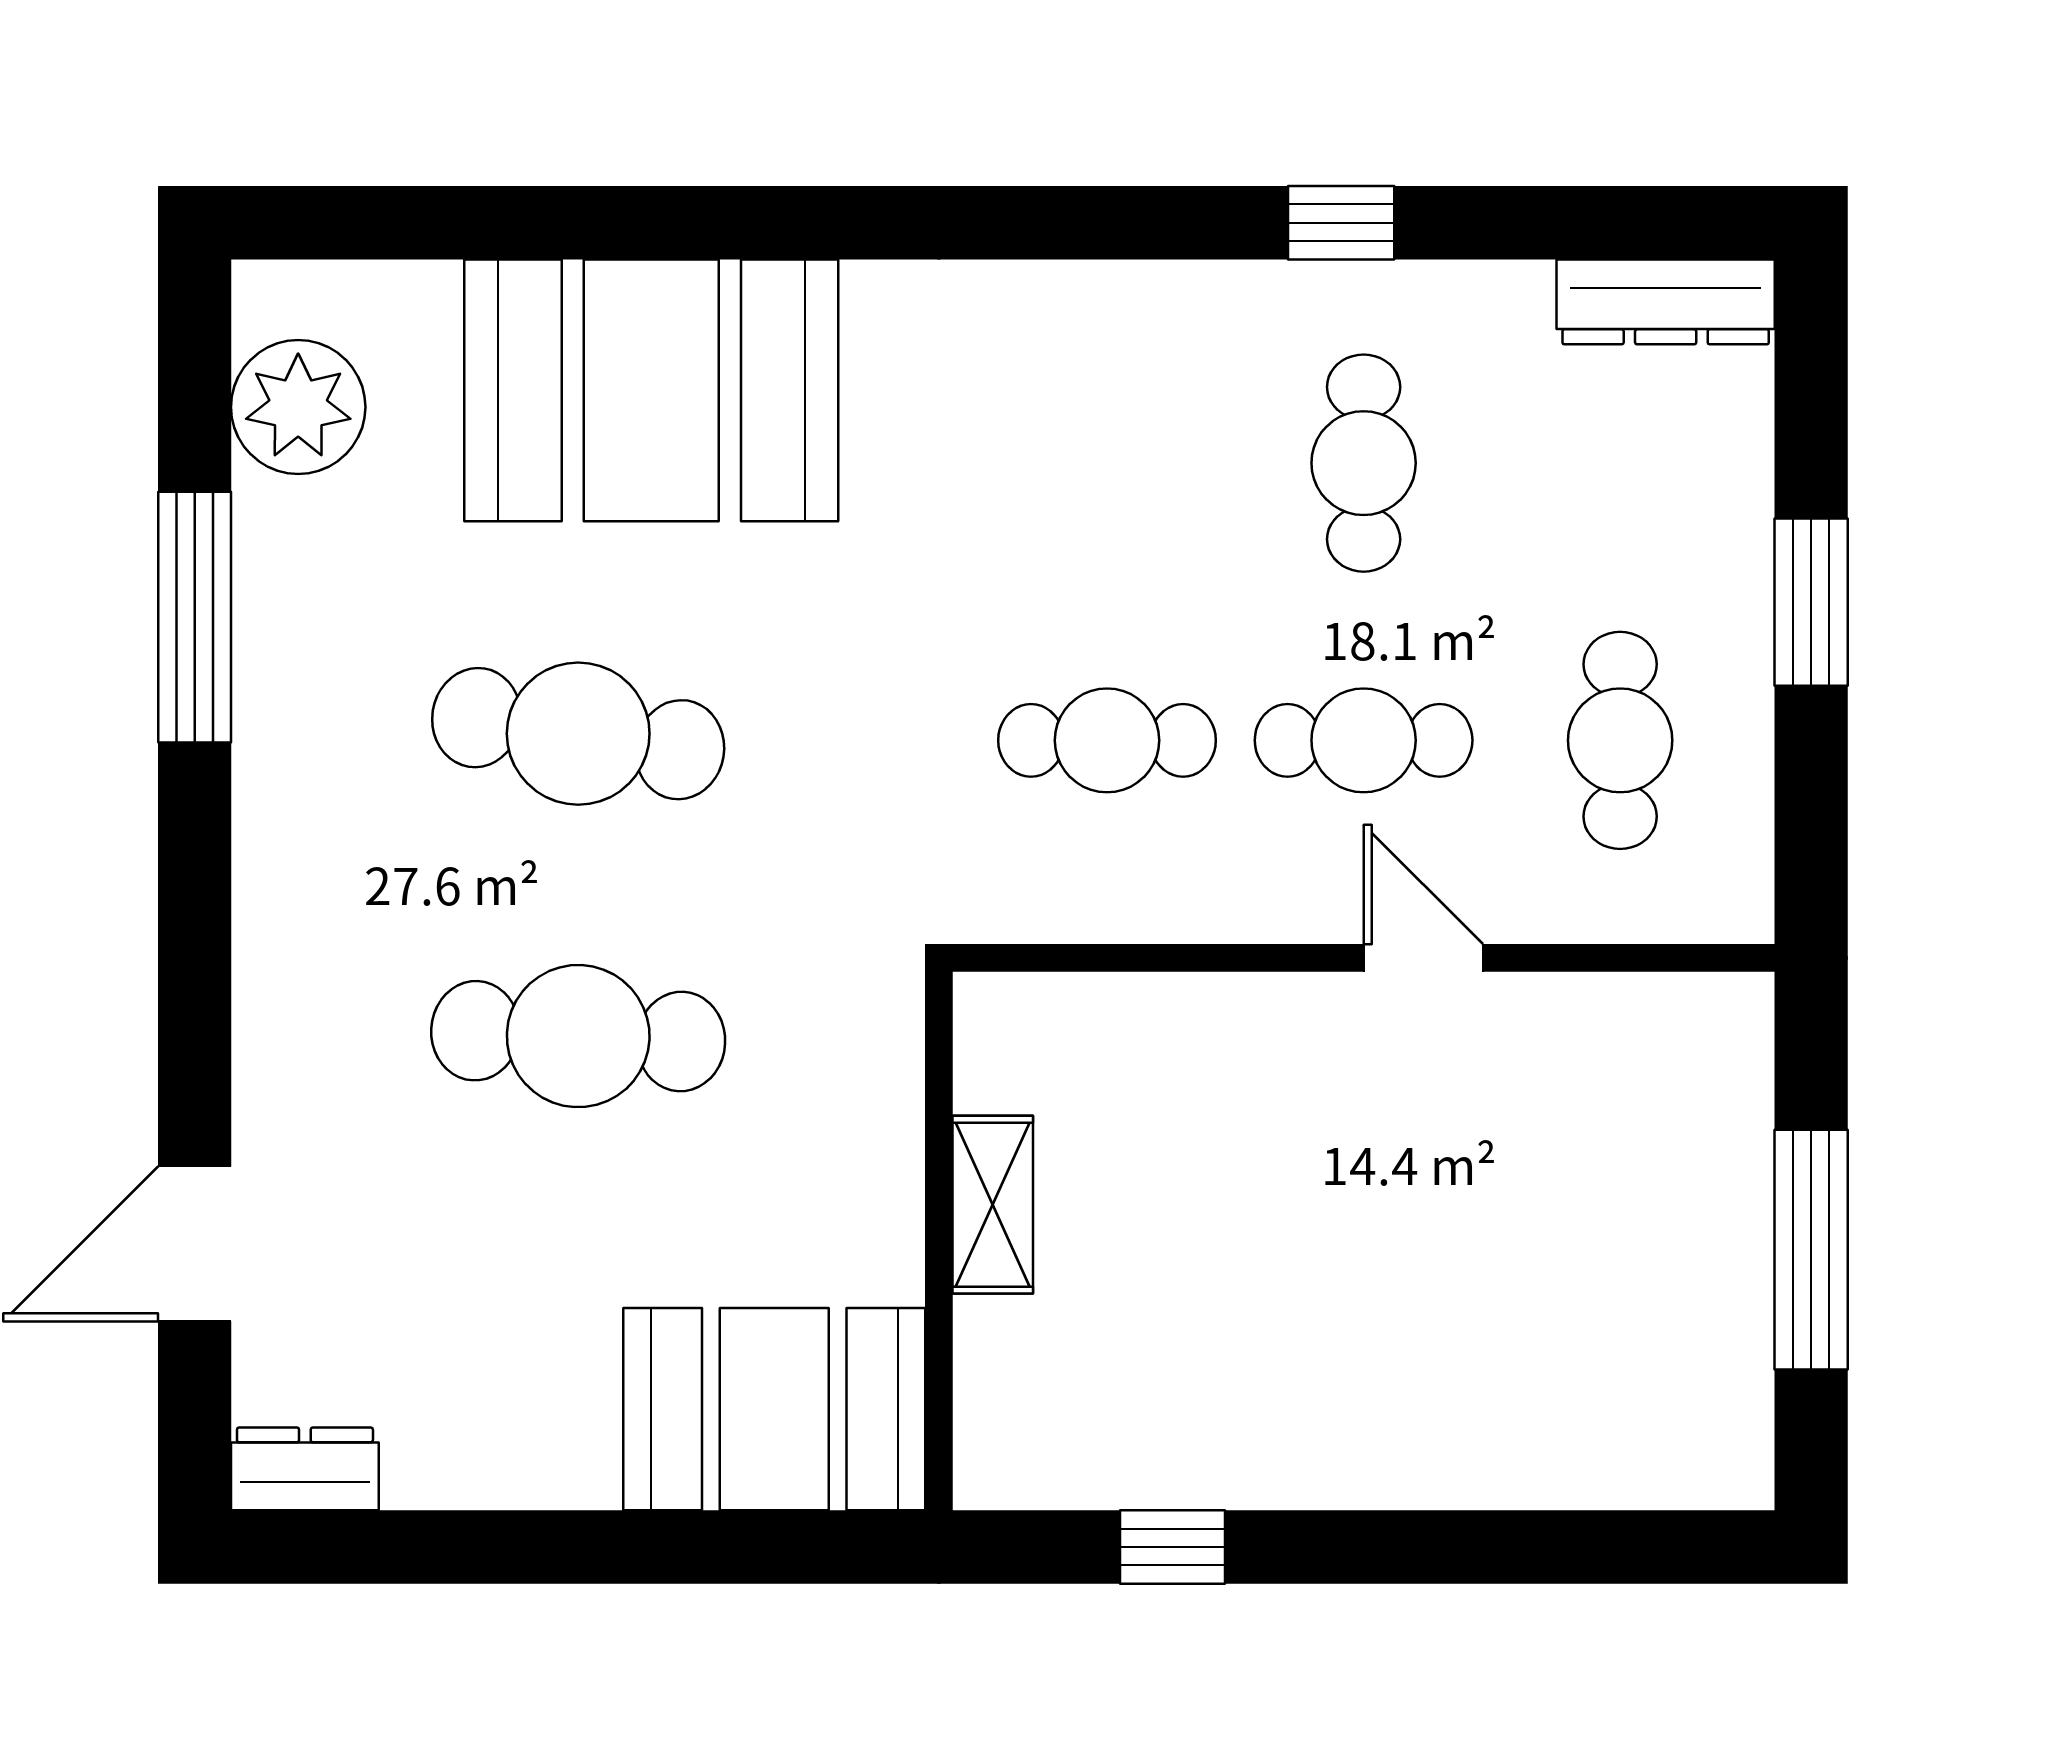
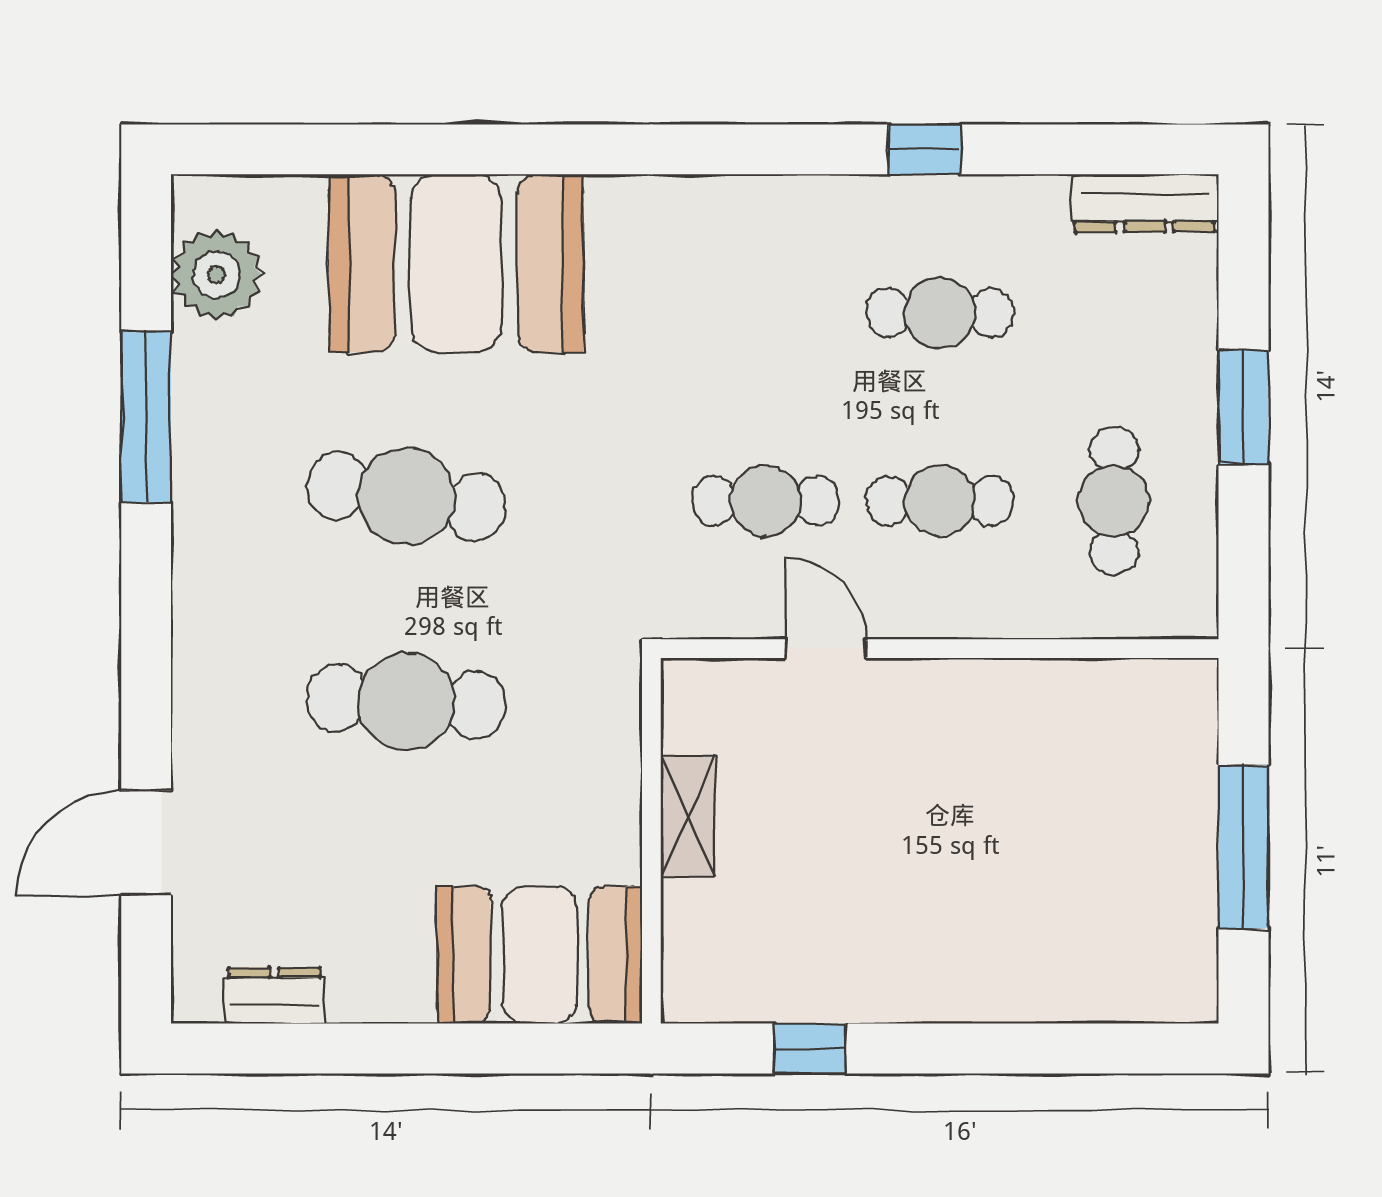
cafe table: (1364, 463) -> (940, 313), turned 90
door: (1423, 958) -> (826, 649), moved
dresser: (305, 1469) -> (274, 996), moved

